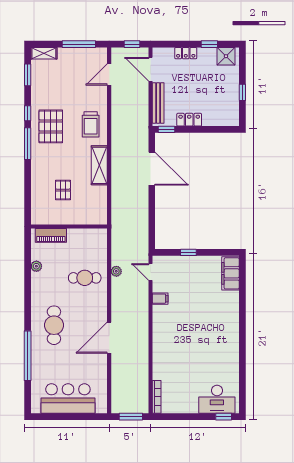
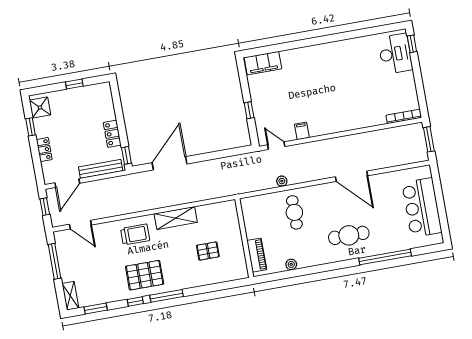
door: (150, 272) -> (276, 146), swing flipped

